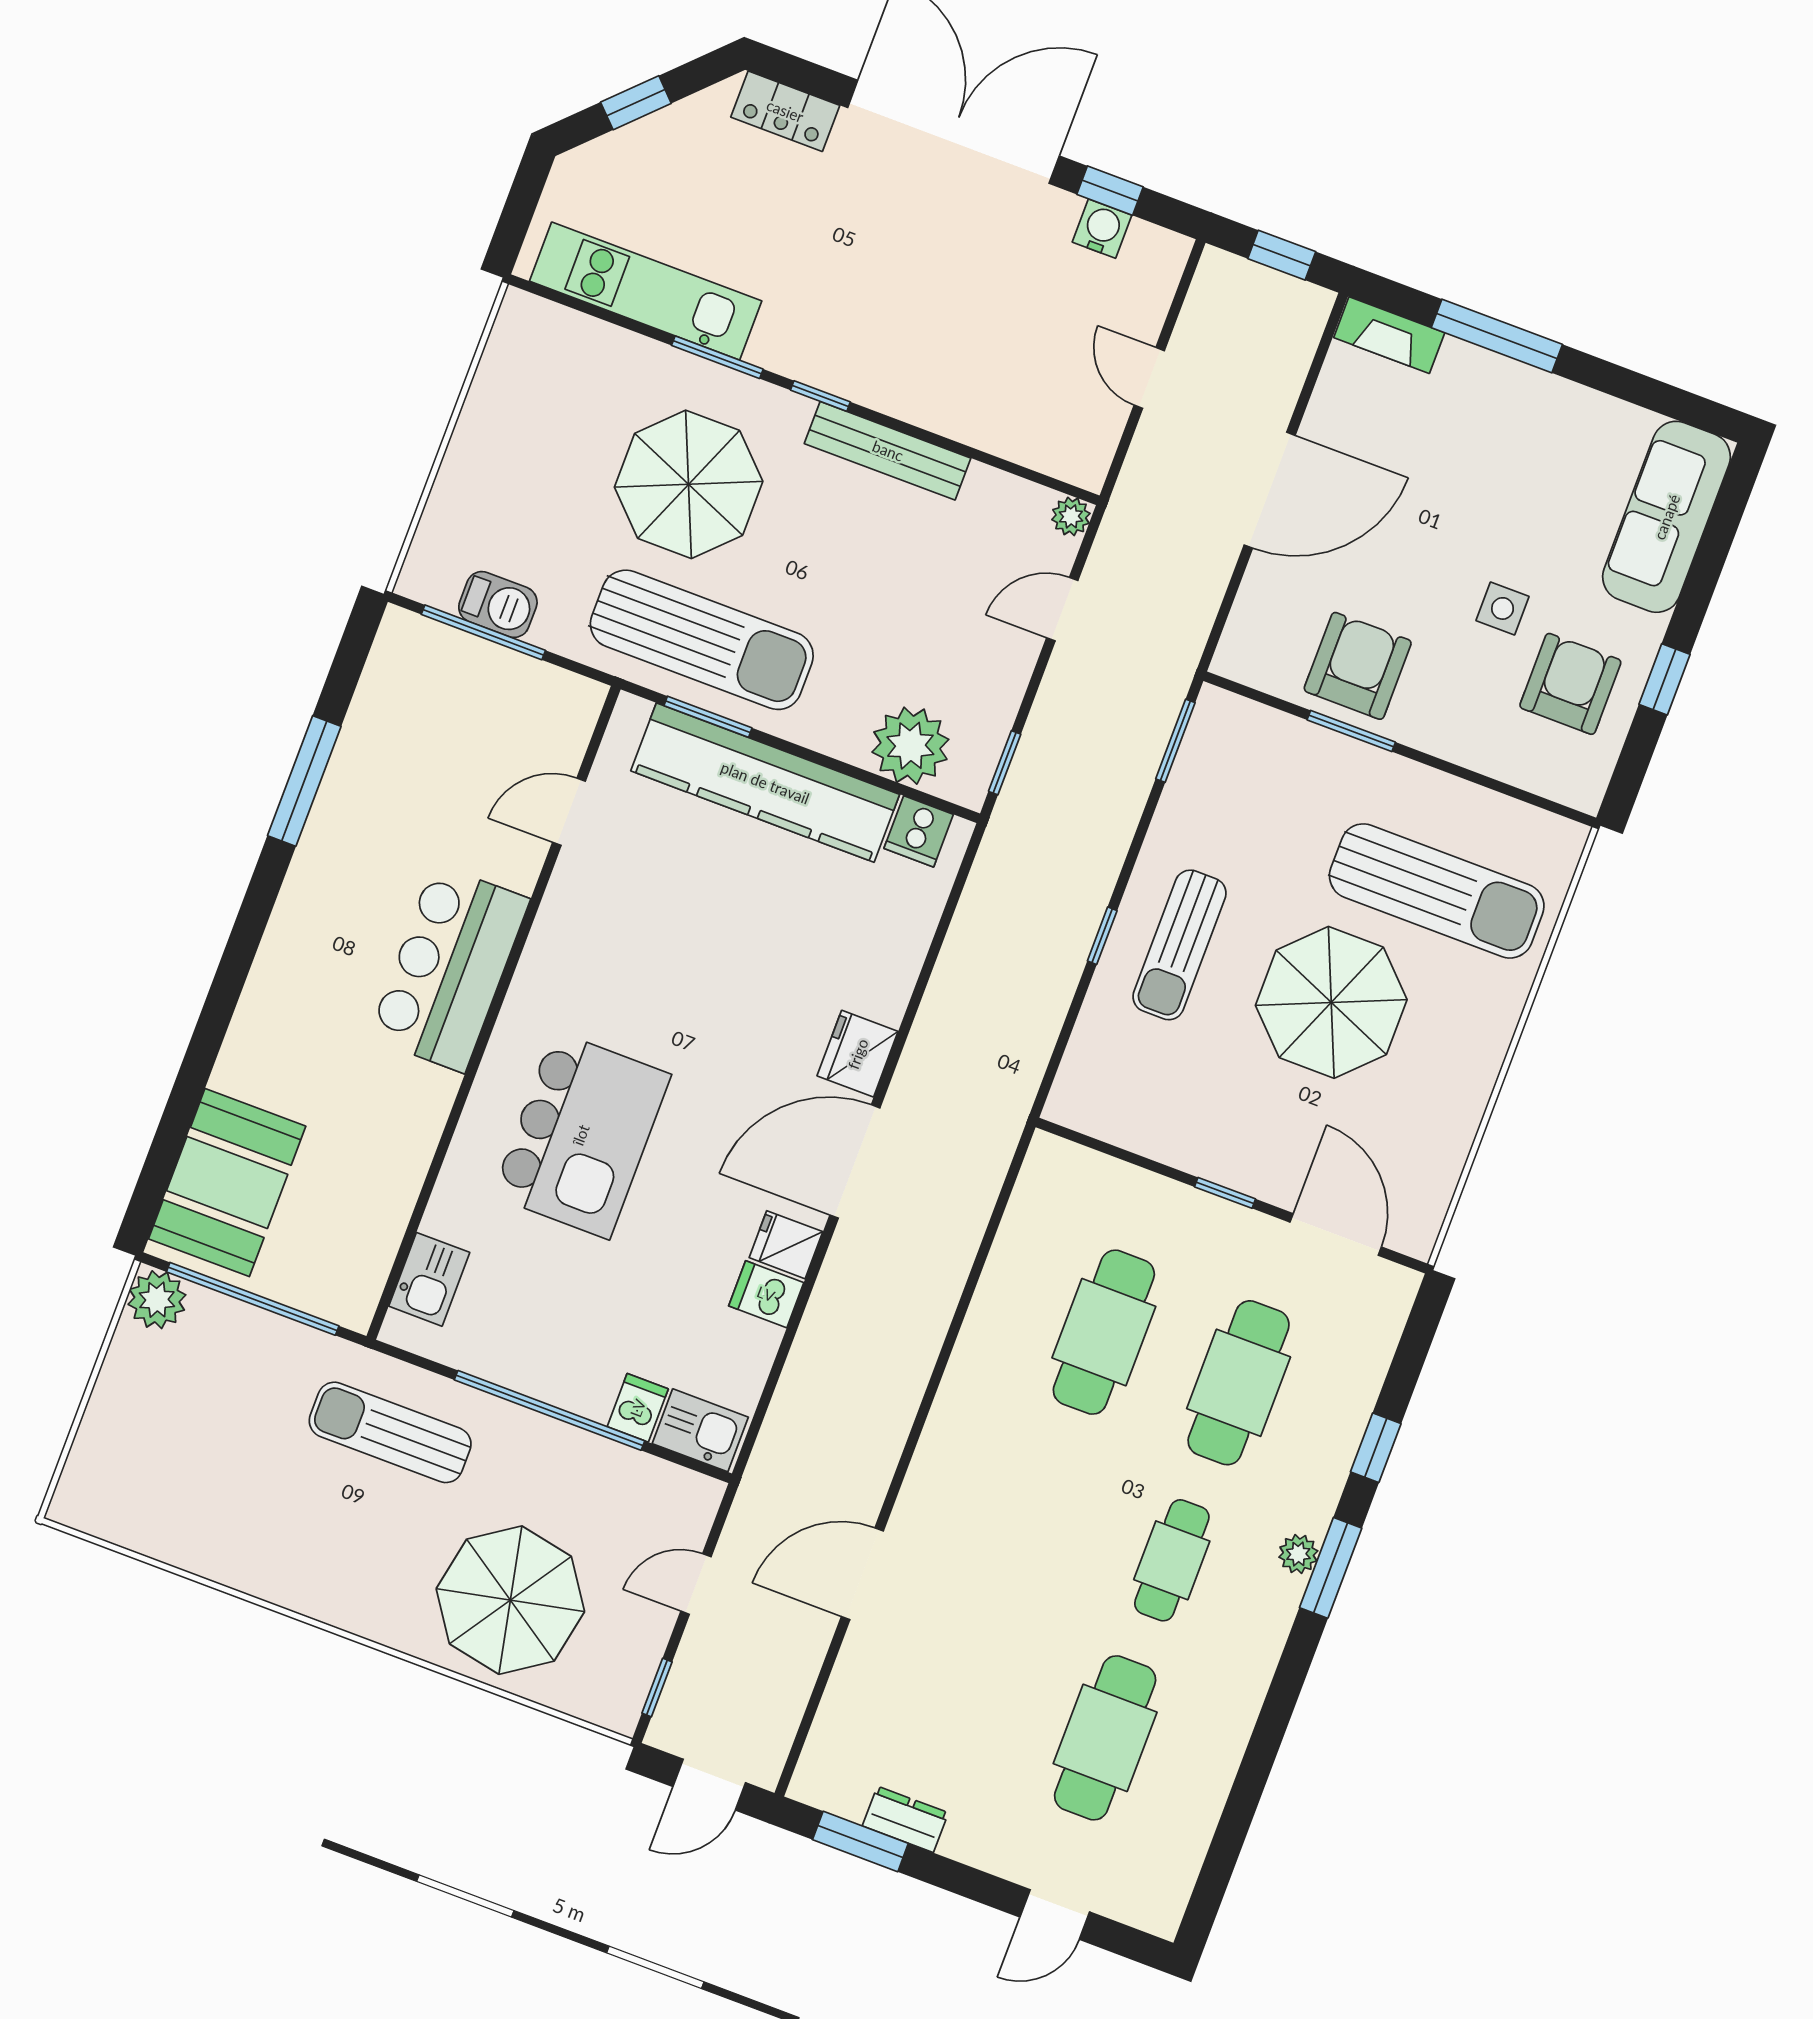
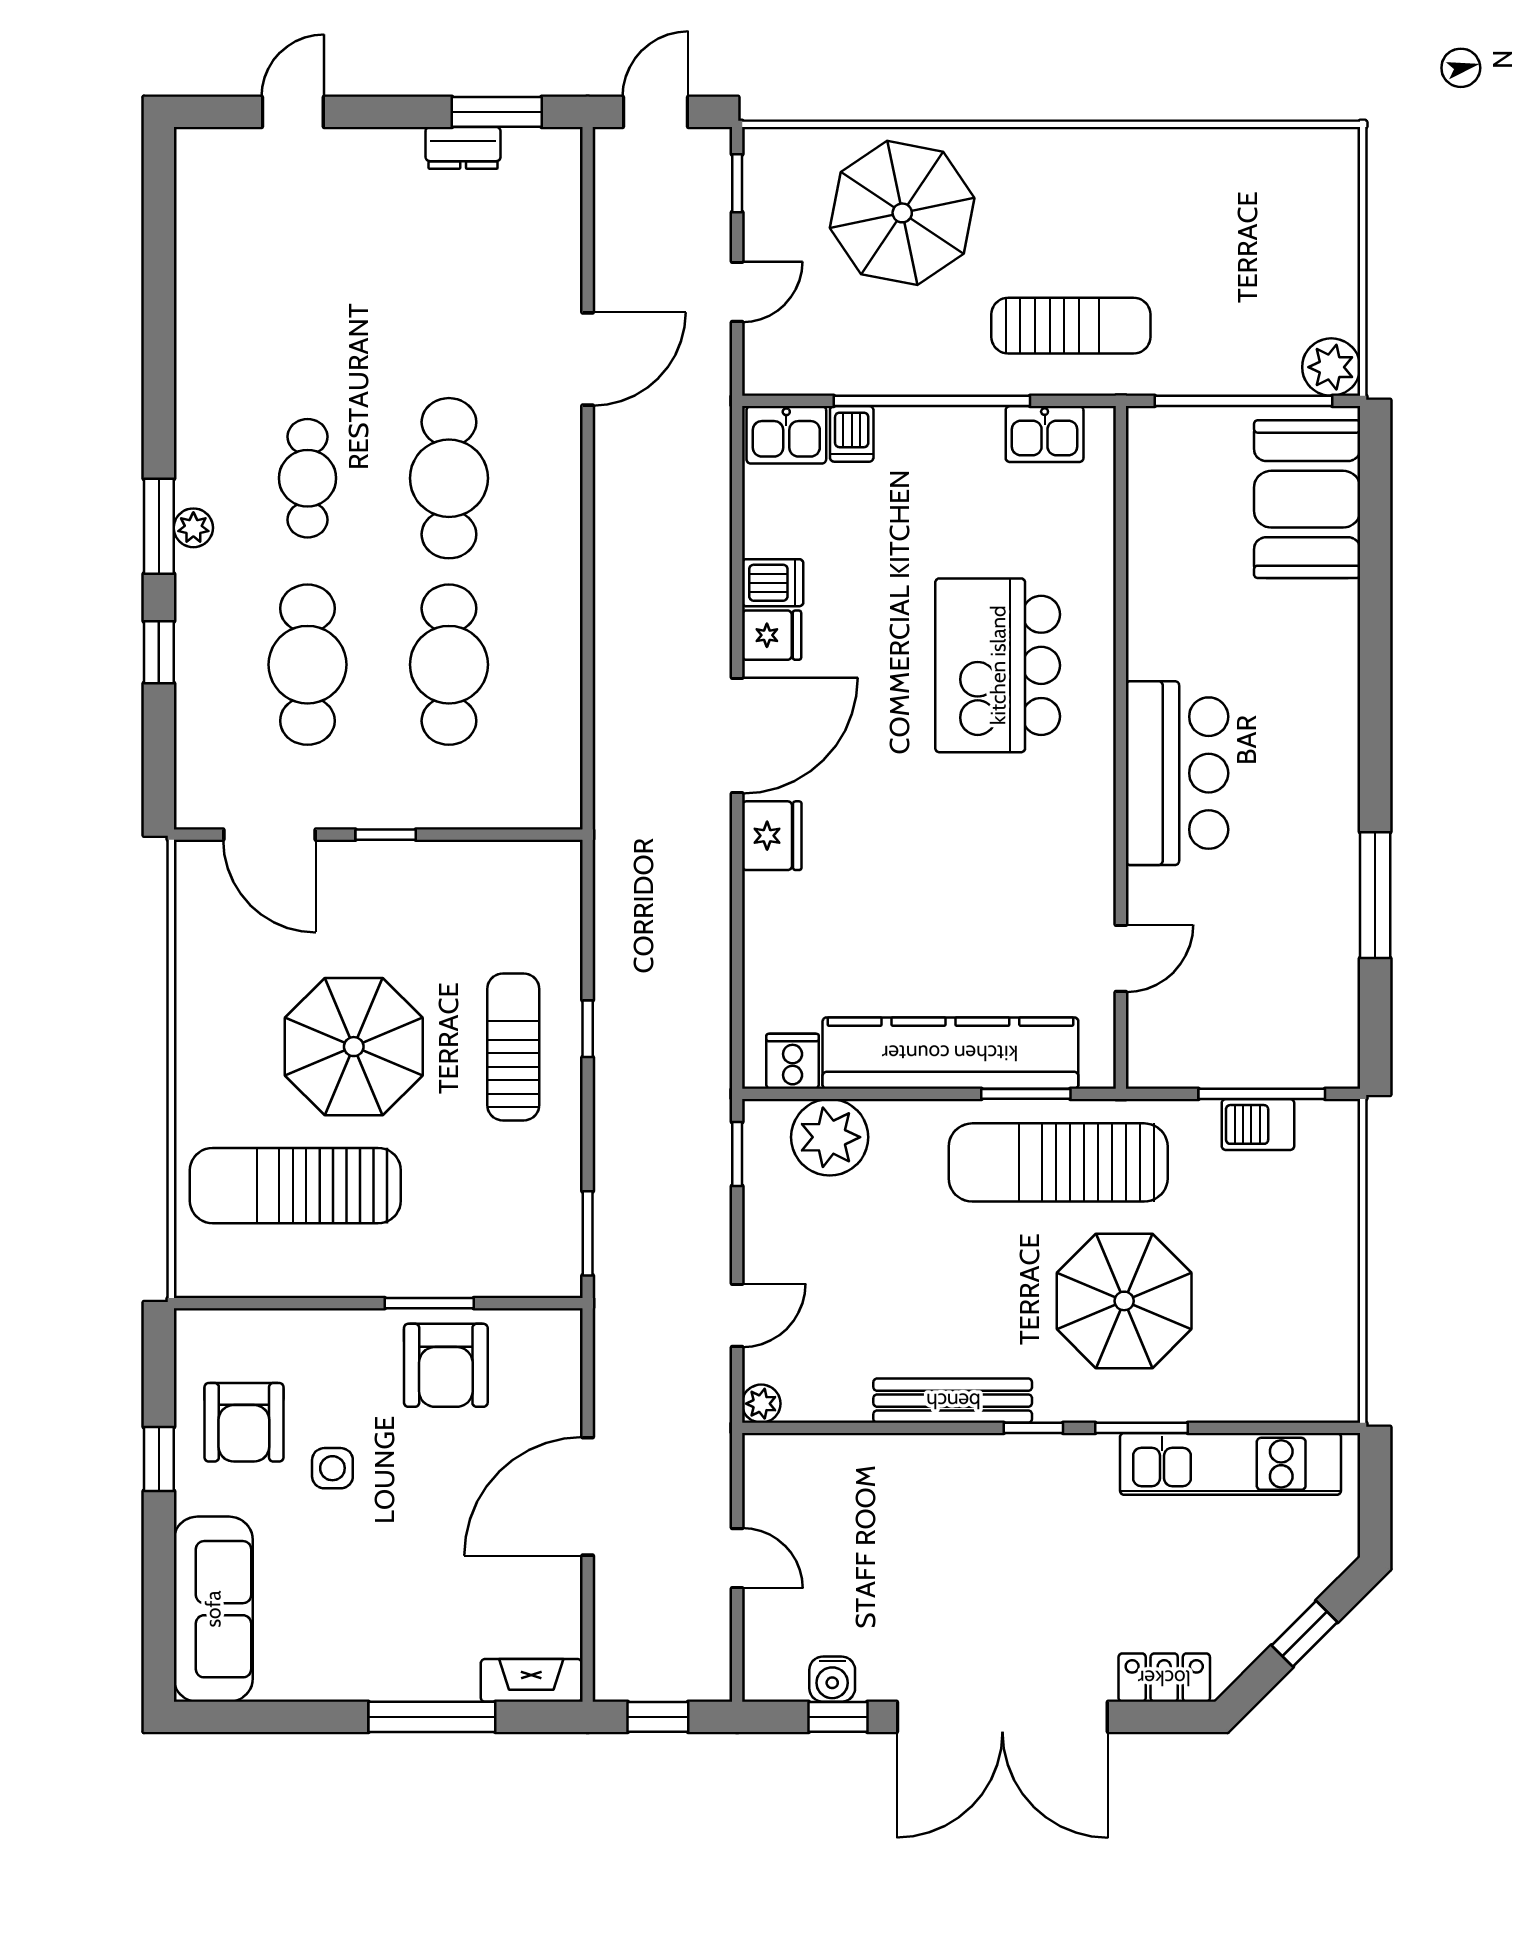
kitchen sink: (429, 1279) -> (1045, 434), moved, turned -90
cafe table: (1105, 1738) -> (449, 478), moved

